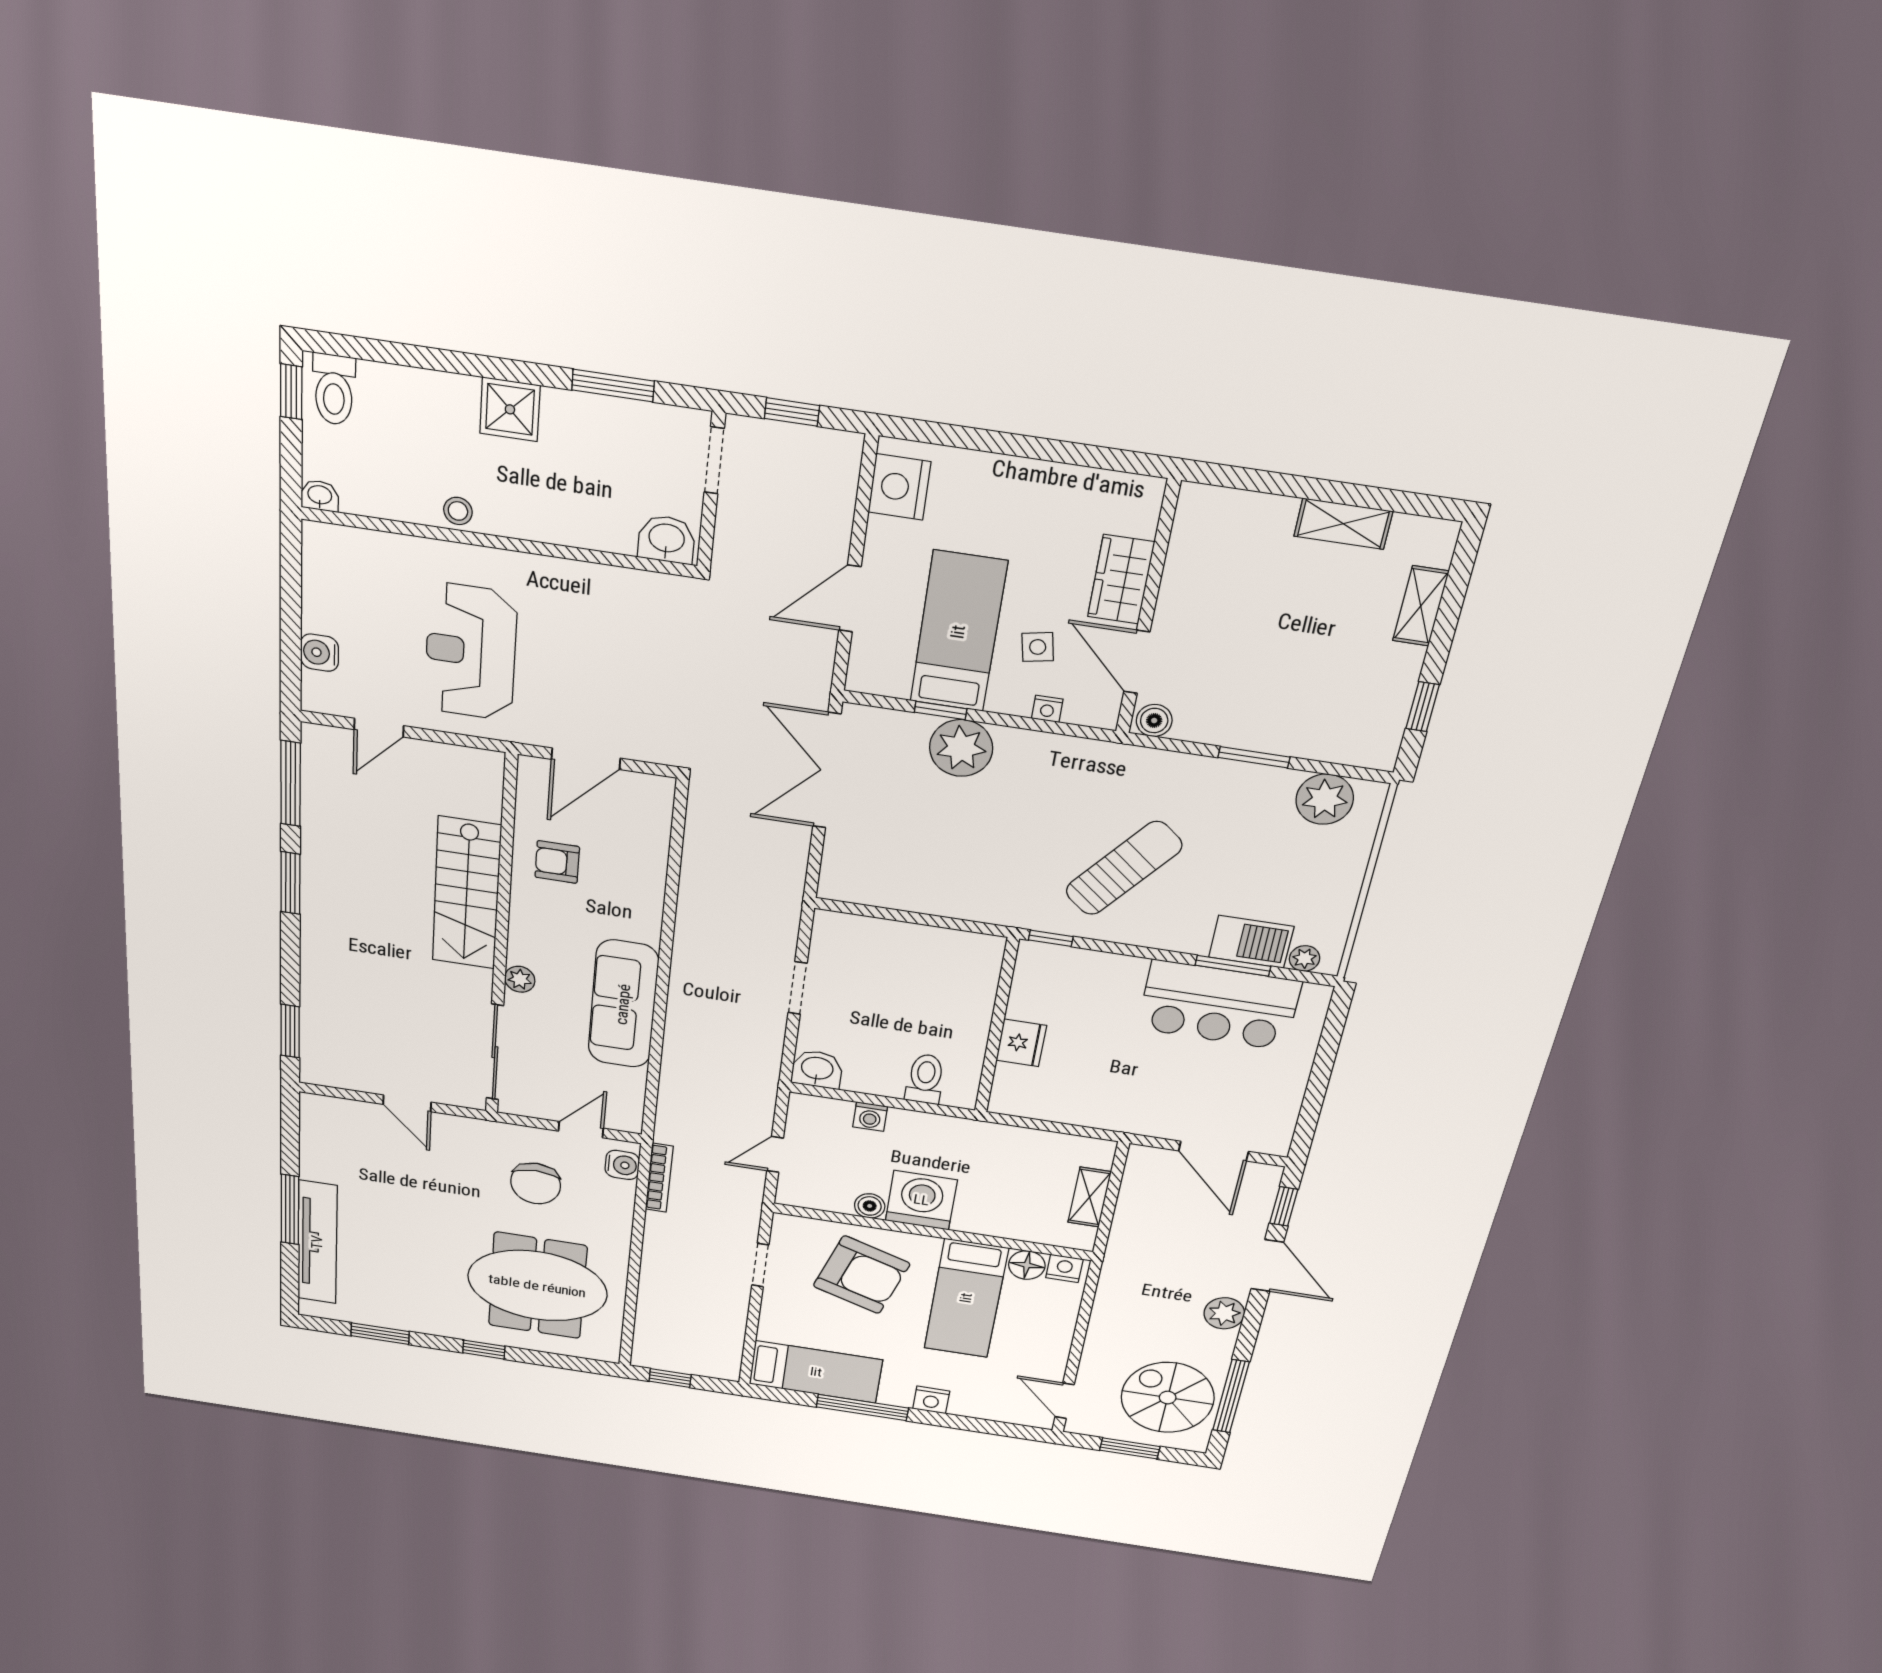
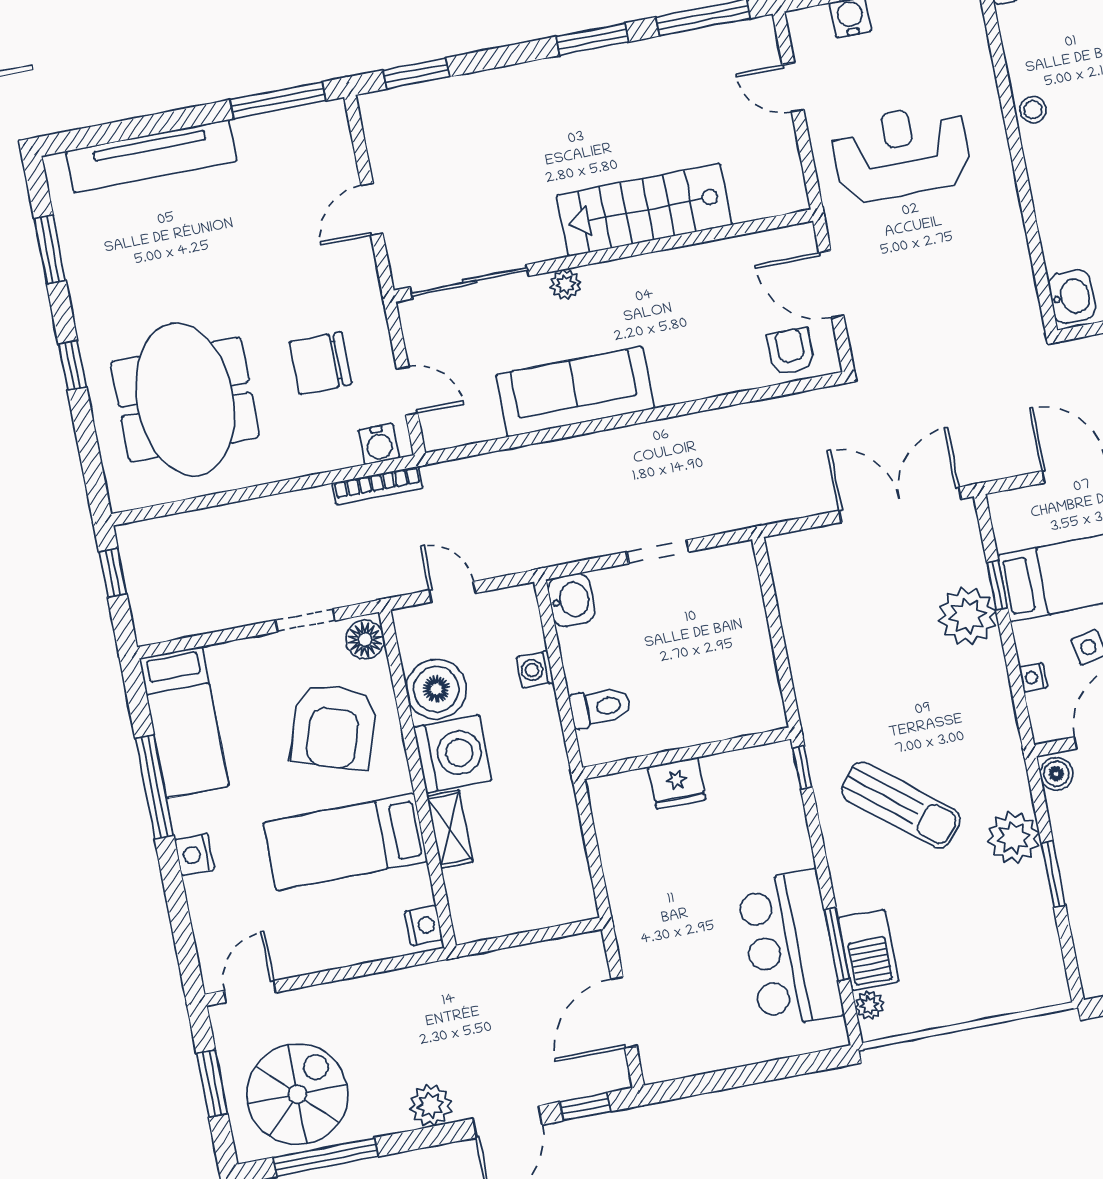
plant: (1325, 799) -> (1014, 838), moved
armchair: (557, 862) -> (791, 351), moved
shelving: (1090, 1197) -> (450, 829), moved, turned 90
boiler: (870, 1206) -> (436, 689), width x1.86, depth x1.86
window: (290, 1210) -> (278, 100), moved
floor lamp: (1027, 1265) -> (365, 640), moved

